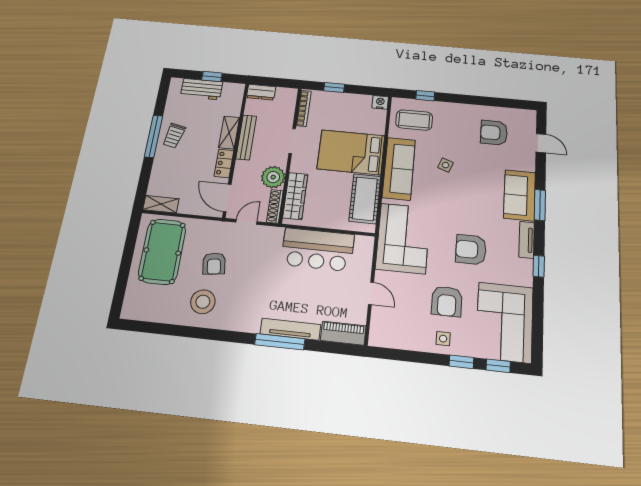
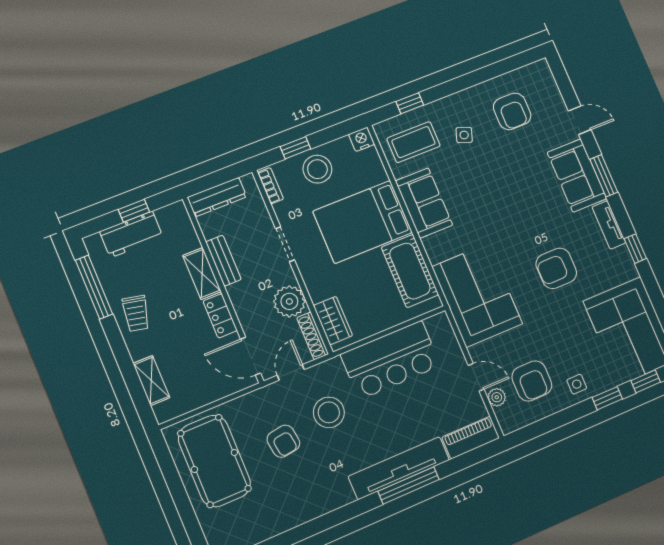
dresser: (261, 92) -> (217, 197), width x1.44
stool: (341, 107) -> (317, 169), added
bookcase: (304, 108) -> (271, 186), width x0.64
armchair: (494, 133) -> (512, 111), turned -90
window: (154, 136) -> (94, 287), moved
bench: (246, 137) -> (223, 261), width x0.73
door: (541, 143) -> (580, 120), moved
side table: (446, 165) -> (464, 135), moved
sofa: (399, 169) -> (424, 203), width x0.73
wardrobe: (295, 196) -> (333, 321), width x0.67
shelving: (161, 204) -> (151, 381), moved, turned 90
armchair: (447, 301) -> (532, 381), moved
stool: (203, 302) -> (329, 412), moved
plant: (378, 315) -> (497, 397), added
tv unit: (290, 329) -> (399, 468), width x1.36, depth x1.29

